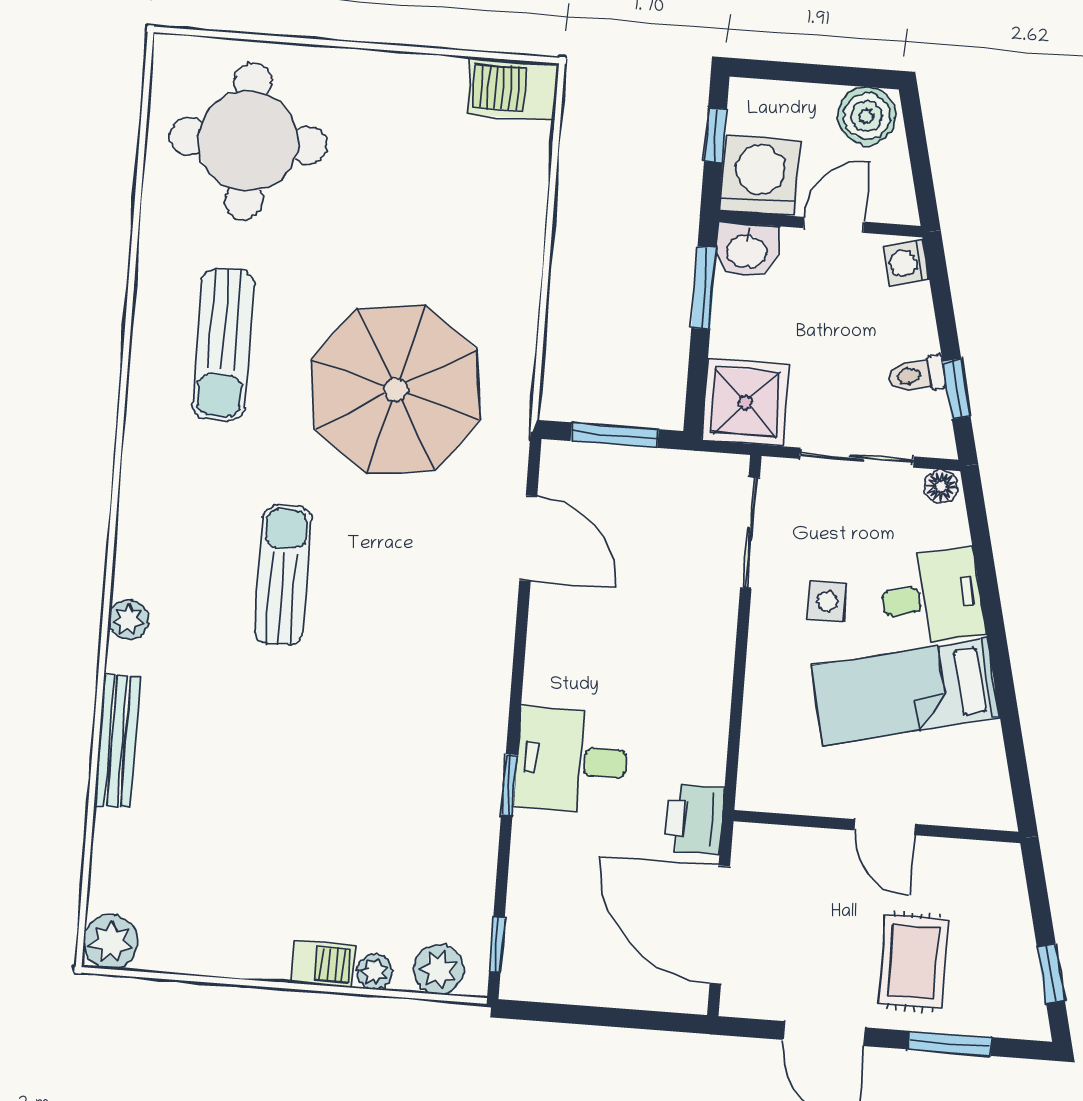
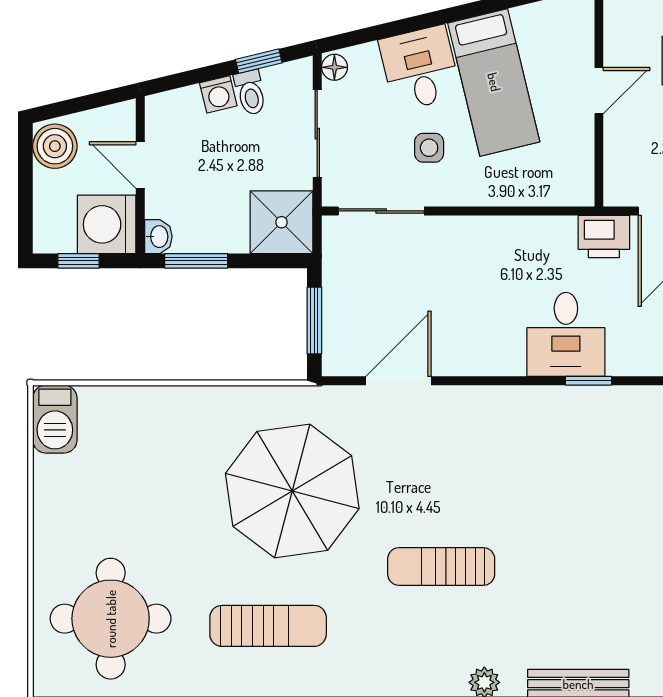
washbasin: (747, 250) -> (158, 237), width x0.72, depth x0.69
washing machine: (906, 263) -> (218, 94), moved

